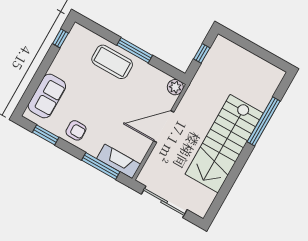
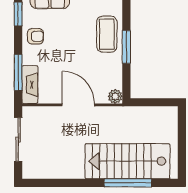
window: (202, 53) -> (154, 102), removed
armchair: (76, 130) -> (35, 36), turned -90
stairs: (224, 144) -> (127, 161), moved

